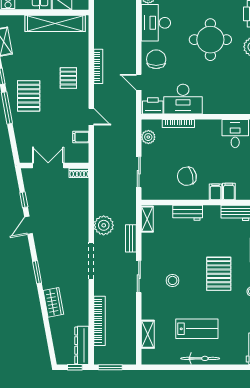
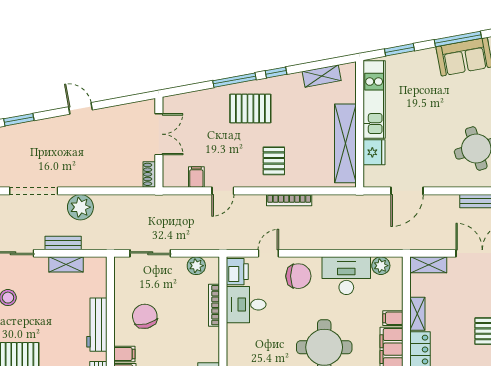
pallet: (68, 78) -> (274, 161), turned 90
desk: (183, 99) -> (246, 305), width x0.73
window: (24, 200) -> (114, 102), removed
workbench: (188, 213) -> (97, 325), width x1.38
shelving: (147, 219) -> (66, 264), moved

